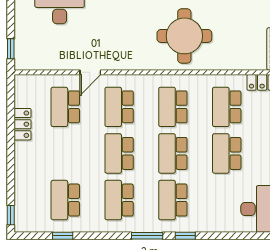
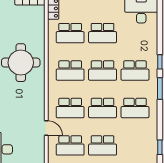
school desk: (65, 200) -> (103, 145), moved

